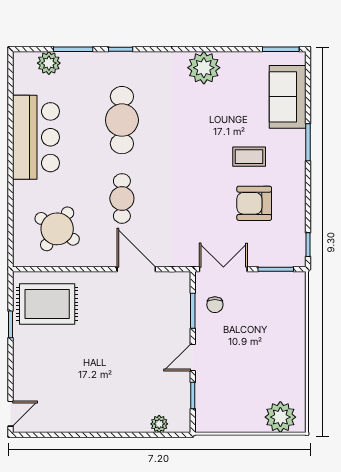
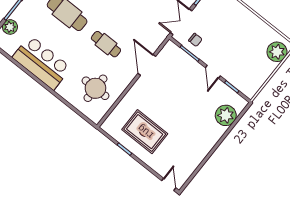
round table: (57, 229) -> (95, 88), turned -33
door: (136, 269) -> (147, 65), hinge flipped
rug: (47, 304) -> (145, 132), moved, turned 90
plant: (159, 424) -> (226, 115), width x1.88, depth x1.88

